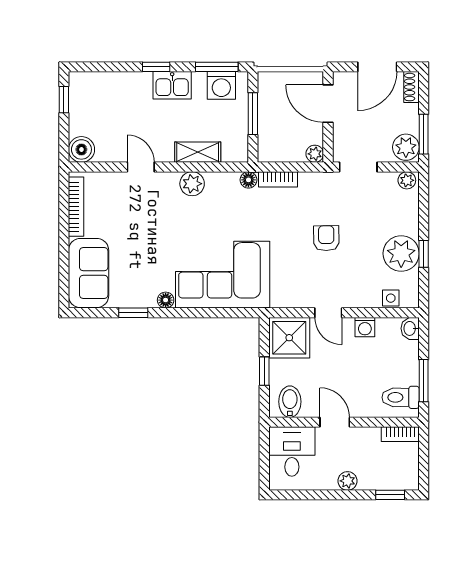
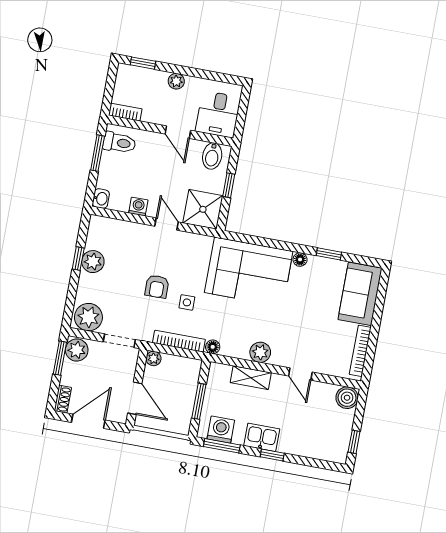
bookcase: (278, 179) -> (179, 341), width x1.56
plant: (407, 180) -> (88, 317), width x1.88, depth x1.88
plant: (401, 253) -> (93, 262), width x0.73, depth x0.73
side table: (391, 298) -> (187, 302), moved

